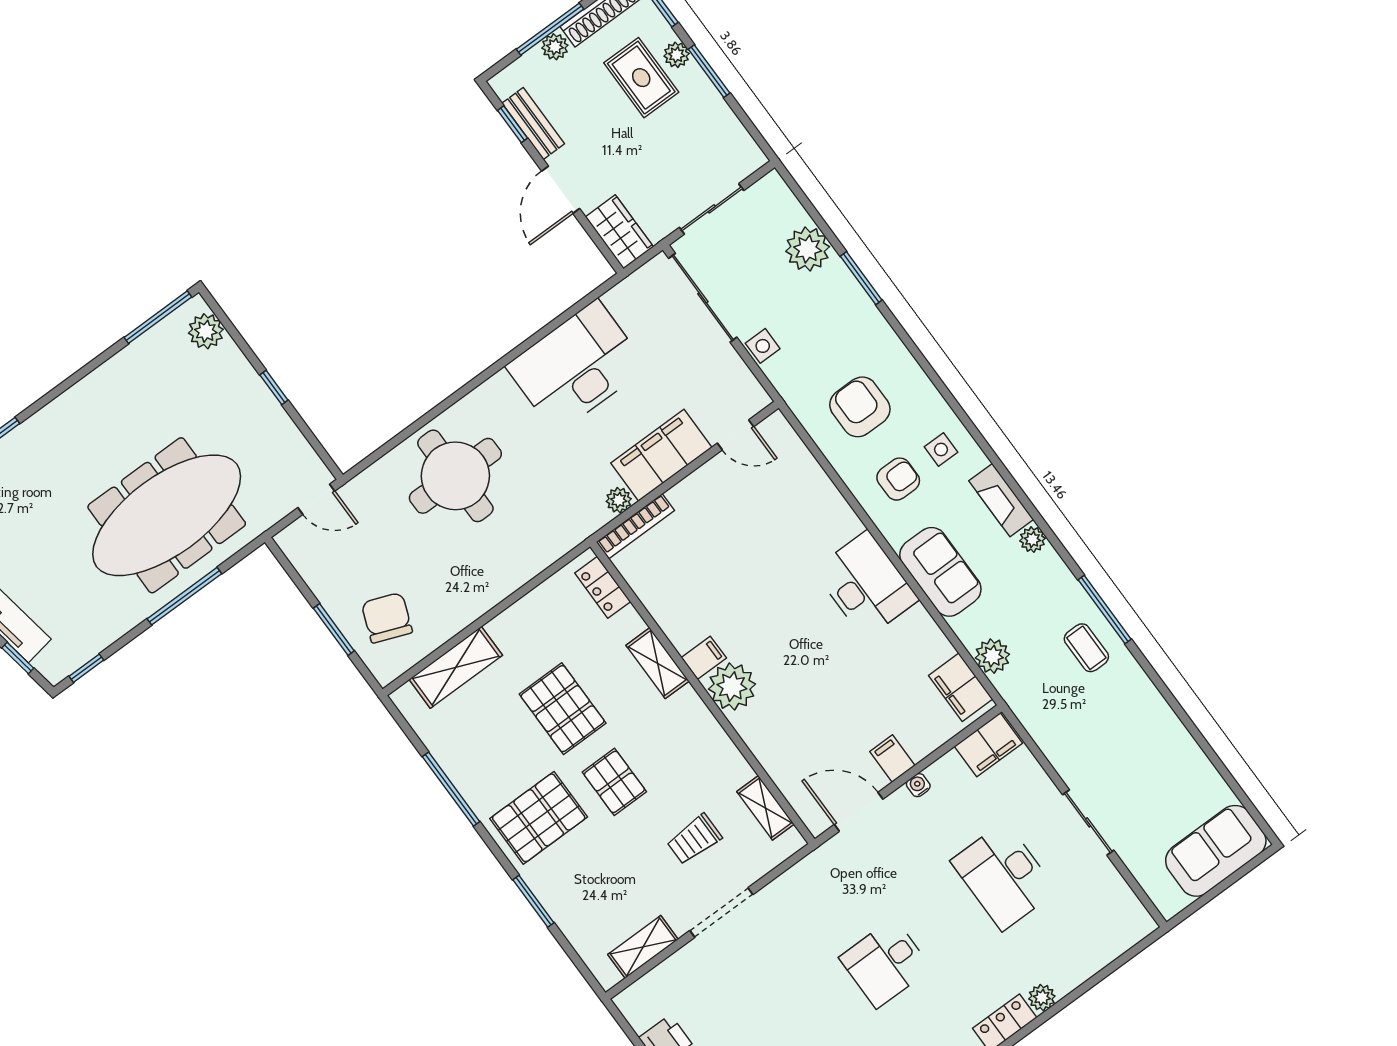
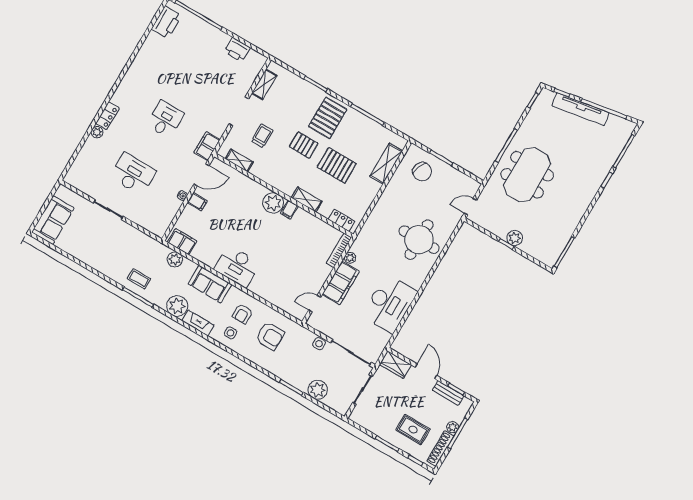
plant: (677, 55) -> (403, 445), removed
plant: (206, 331) -> (515, 238), moved
meeting table: (167, 515) -> (527, 175), width x0.73
plant: (1032, 539) -> (177, 306), width x1.87, depth x1.87
filing cabinet: (988, 745) -> (207, 146), moved

